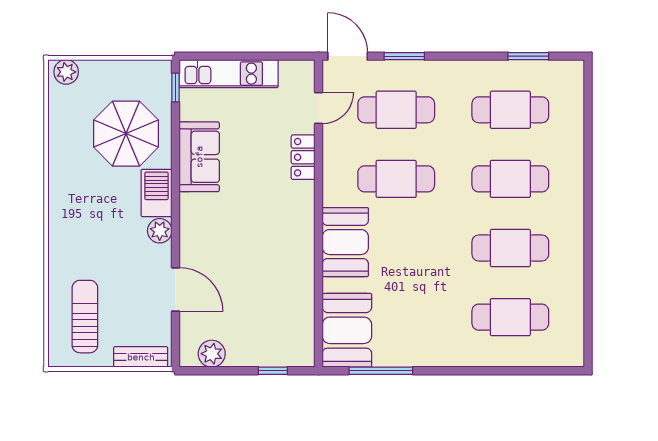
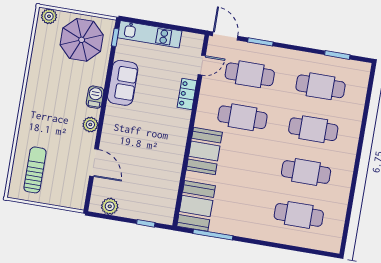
parasol: (126, 134) -> (82, 40), moved
barbecue: (156, 193) -> (95, 97), width x0.73, depth x0.79
bench: (141, 357) -> (65, 201), removed

